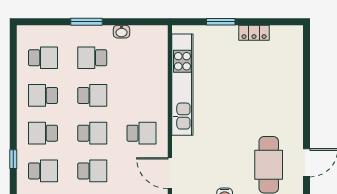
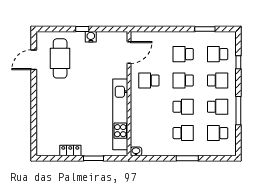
washbasin: (121, 32) -> (136, 151), moved
window: (13, 90) -> (238, 111), added
school desk: (92, 95) -> (183, 107), turned 180
door: (170, 173) -> (129, 52), hinge flipped

